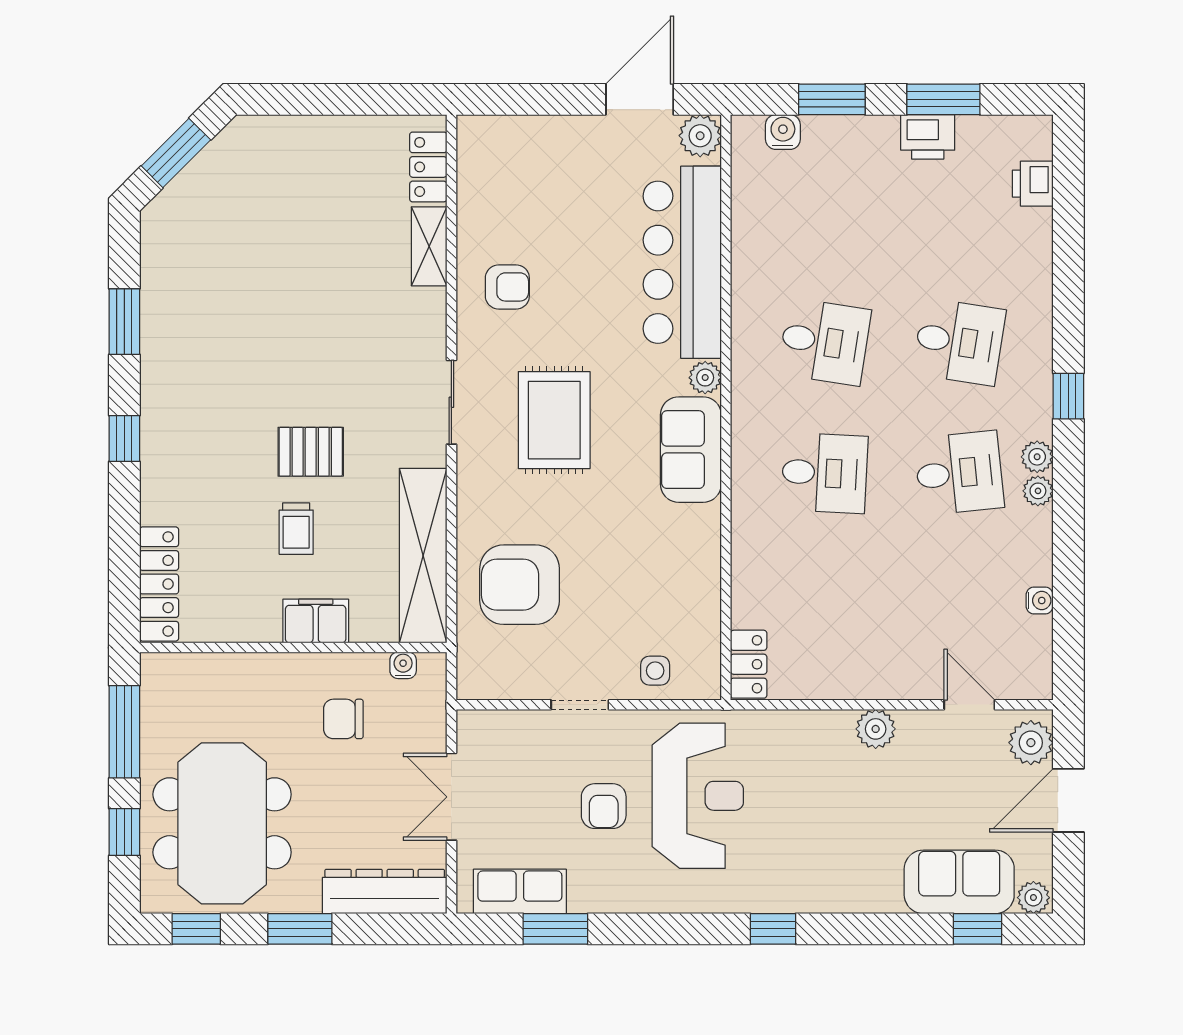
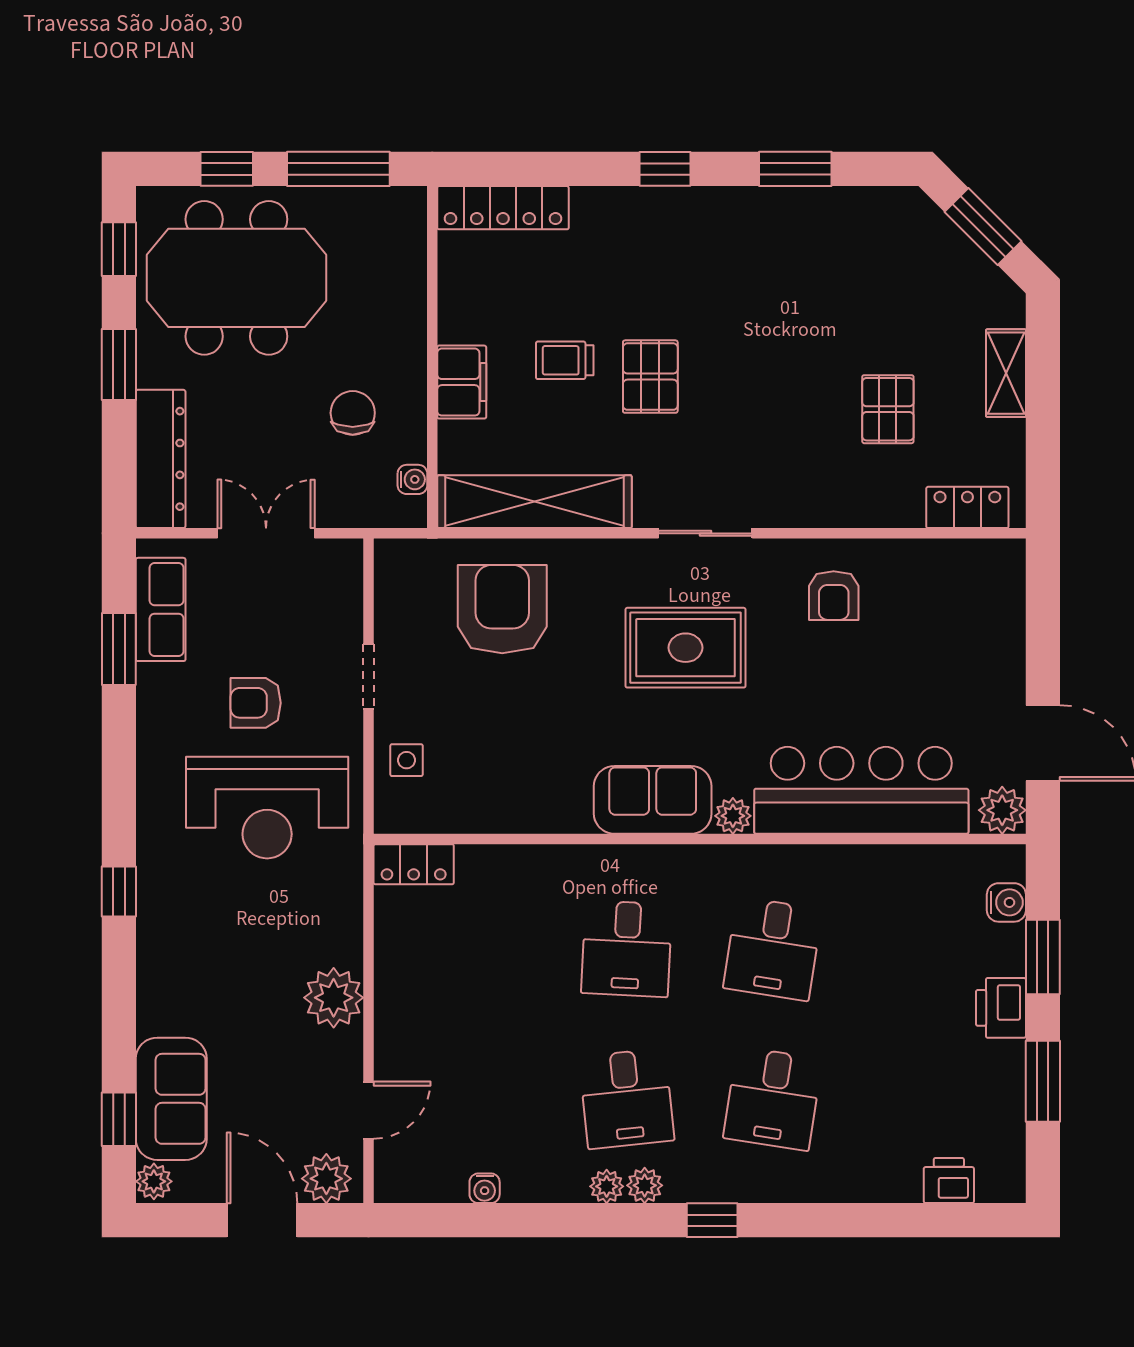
printer: (928, 137) -> (1001, 1008), moved
pallet: (340, 238) -> (888, 409), added
shelving: (429, 246) -> (1006, 373), moved, turned 90
plant: (876, 729) -> (334, 998), width x1.36, depth x1.36

